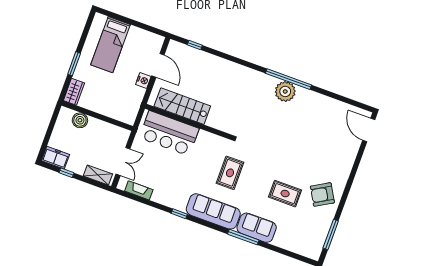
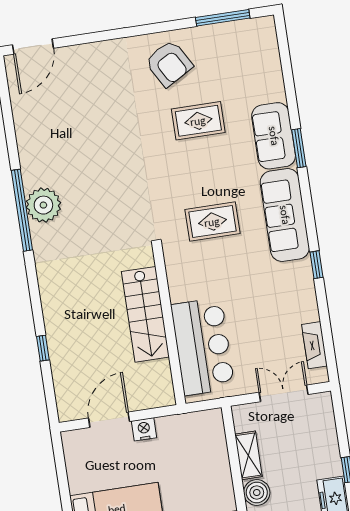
window: (195, 45) -> (43, 348), moved
stairs: (182, 106) -> (145, 314), moved
shelving: (98, 175) -> (248, 455), moved
rug: (285, 194) -> (198, 121), turned 90
window: (243, 237) -> (299, 148), width x0.69

